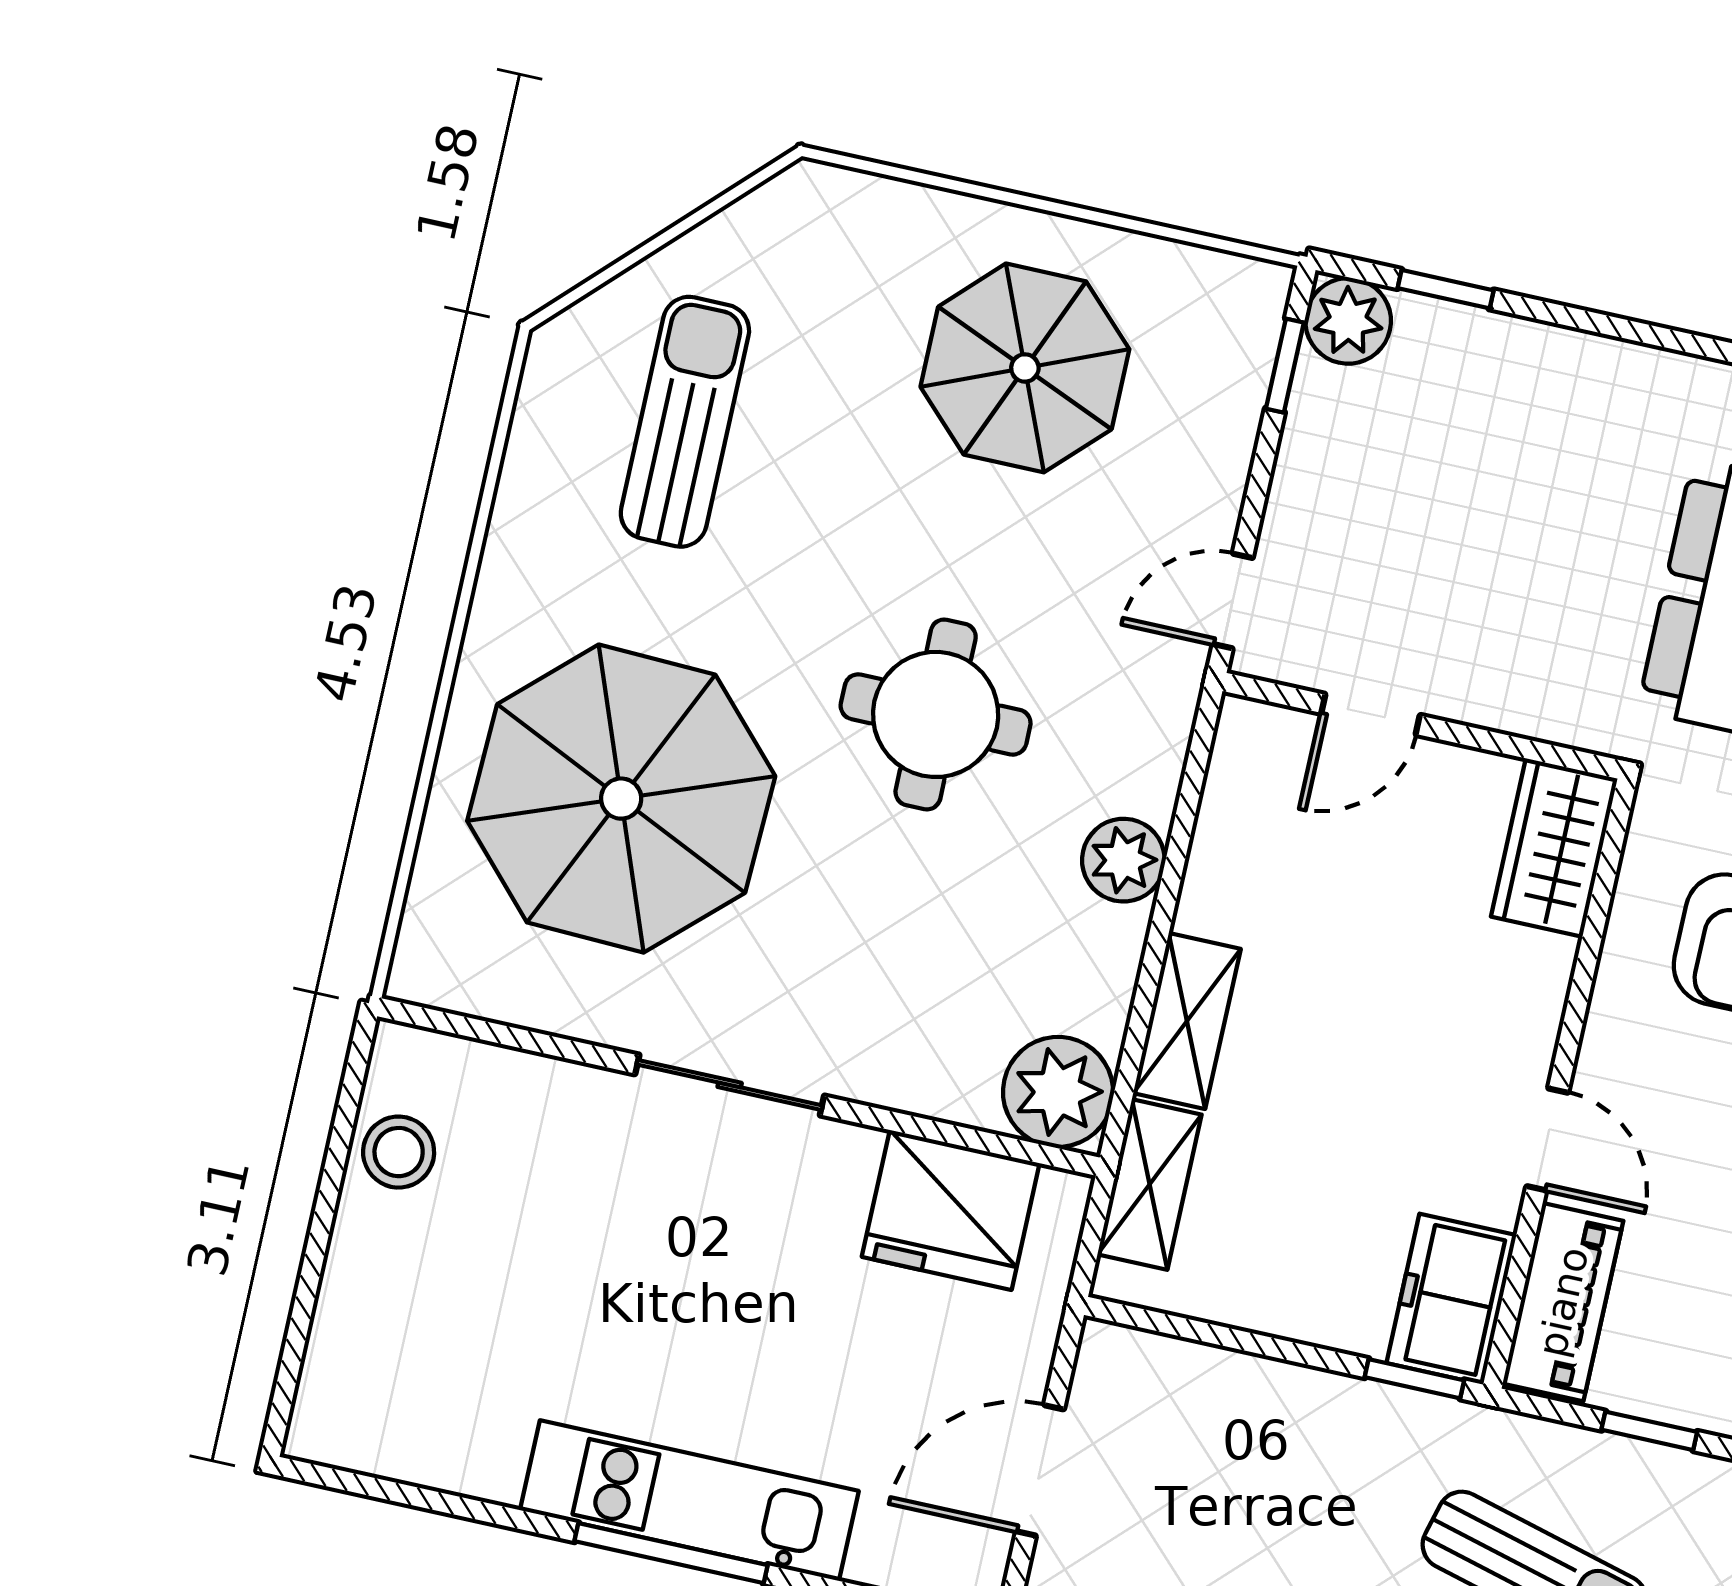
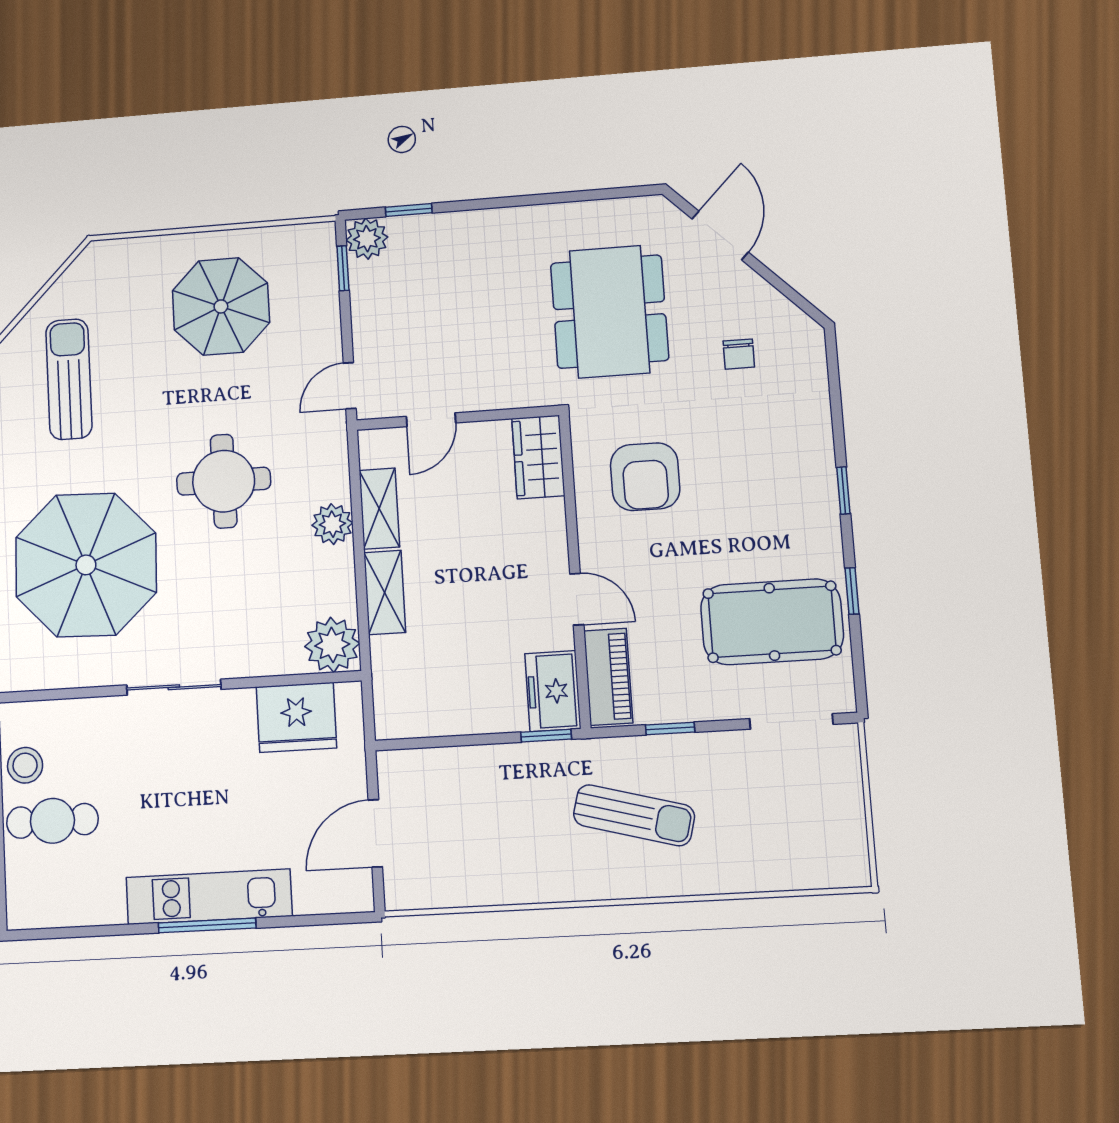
shelving: (1150, 1185) -> (379, 509), moved
cafe table: (424, 1273) -> (52, 821), added

